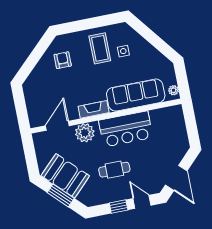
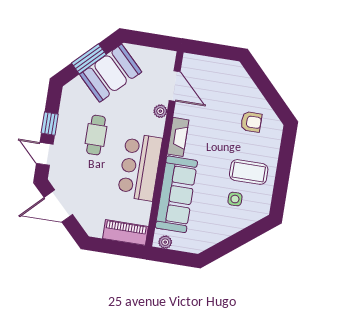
piano: (177, 122) -> (125, 232), added
plant: (85, 133) -> (160, 111), width x0.53, depth x0.53
door: (142, 202) -> (45, 154), swing flipped

